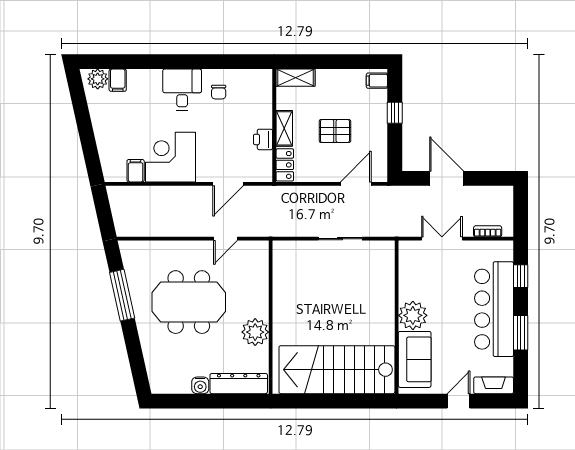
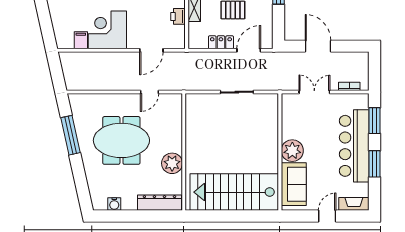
locker: (285, 165) -> (221, 42), moved, turned -90
window: (521, 276) -> (375, 121), width x1.50
water cooler: (200, 385) -> (114, 204), moved

